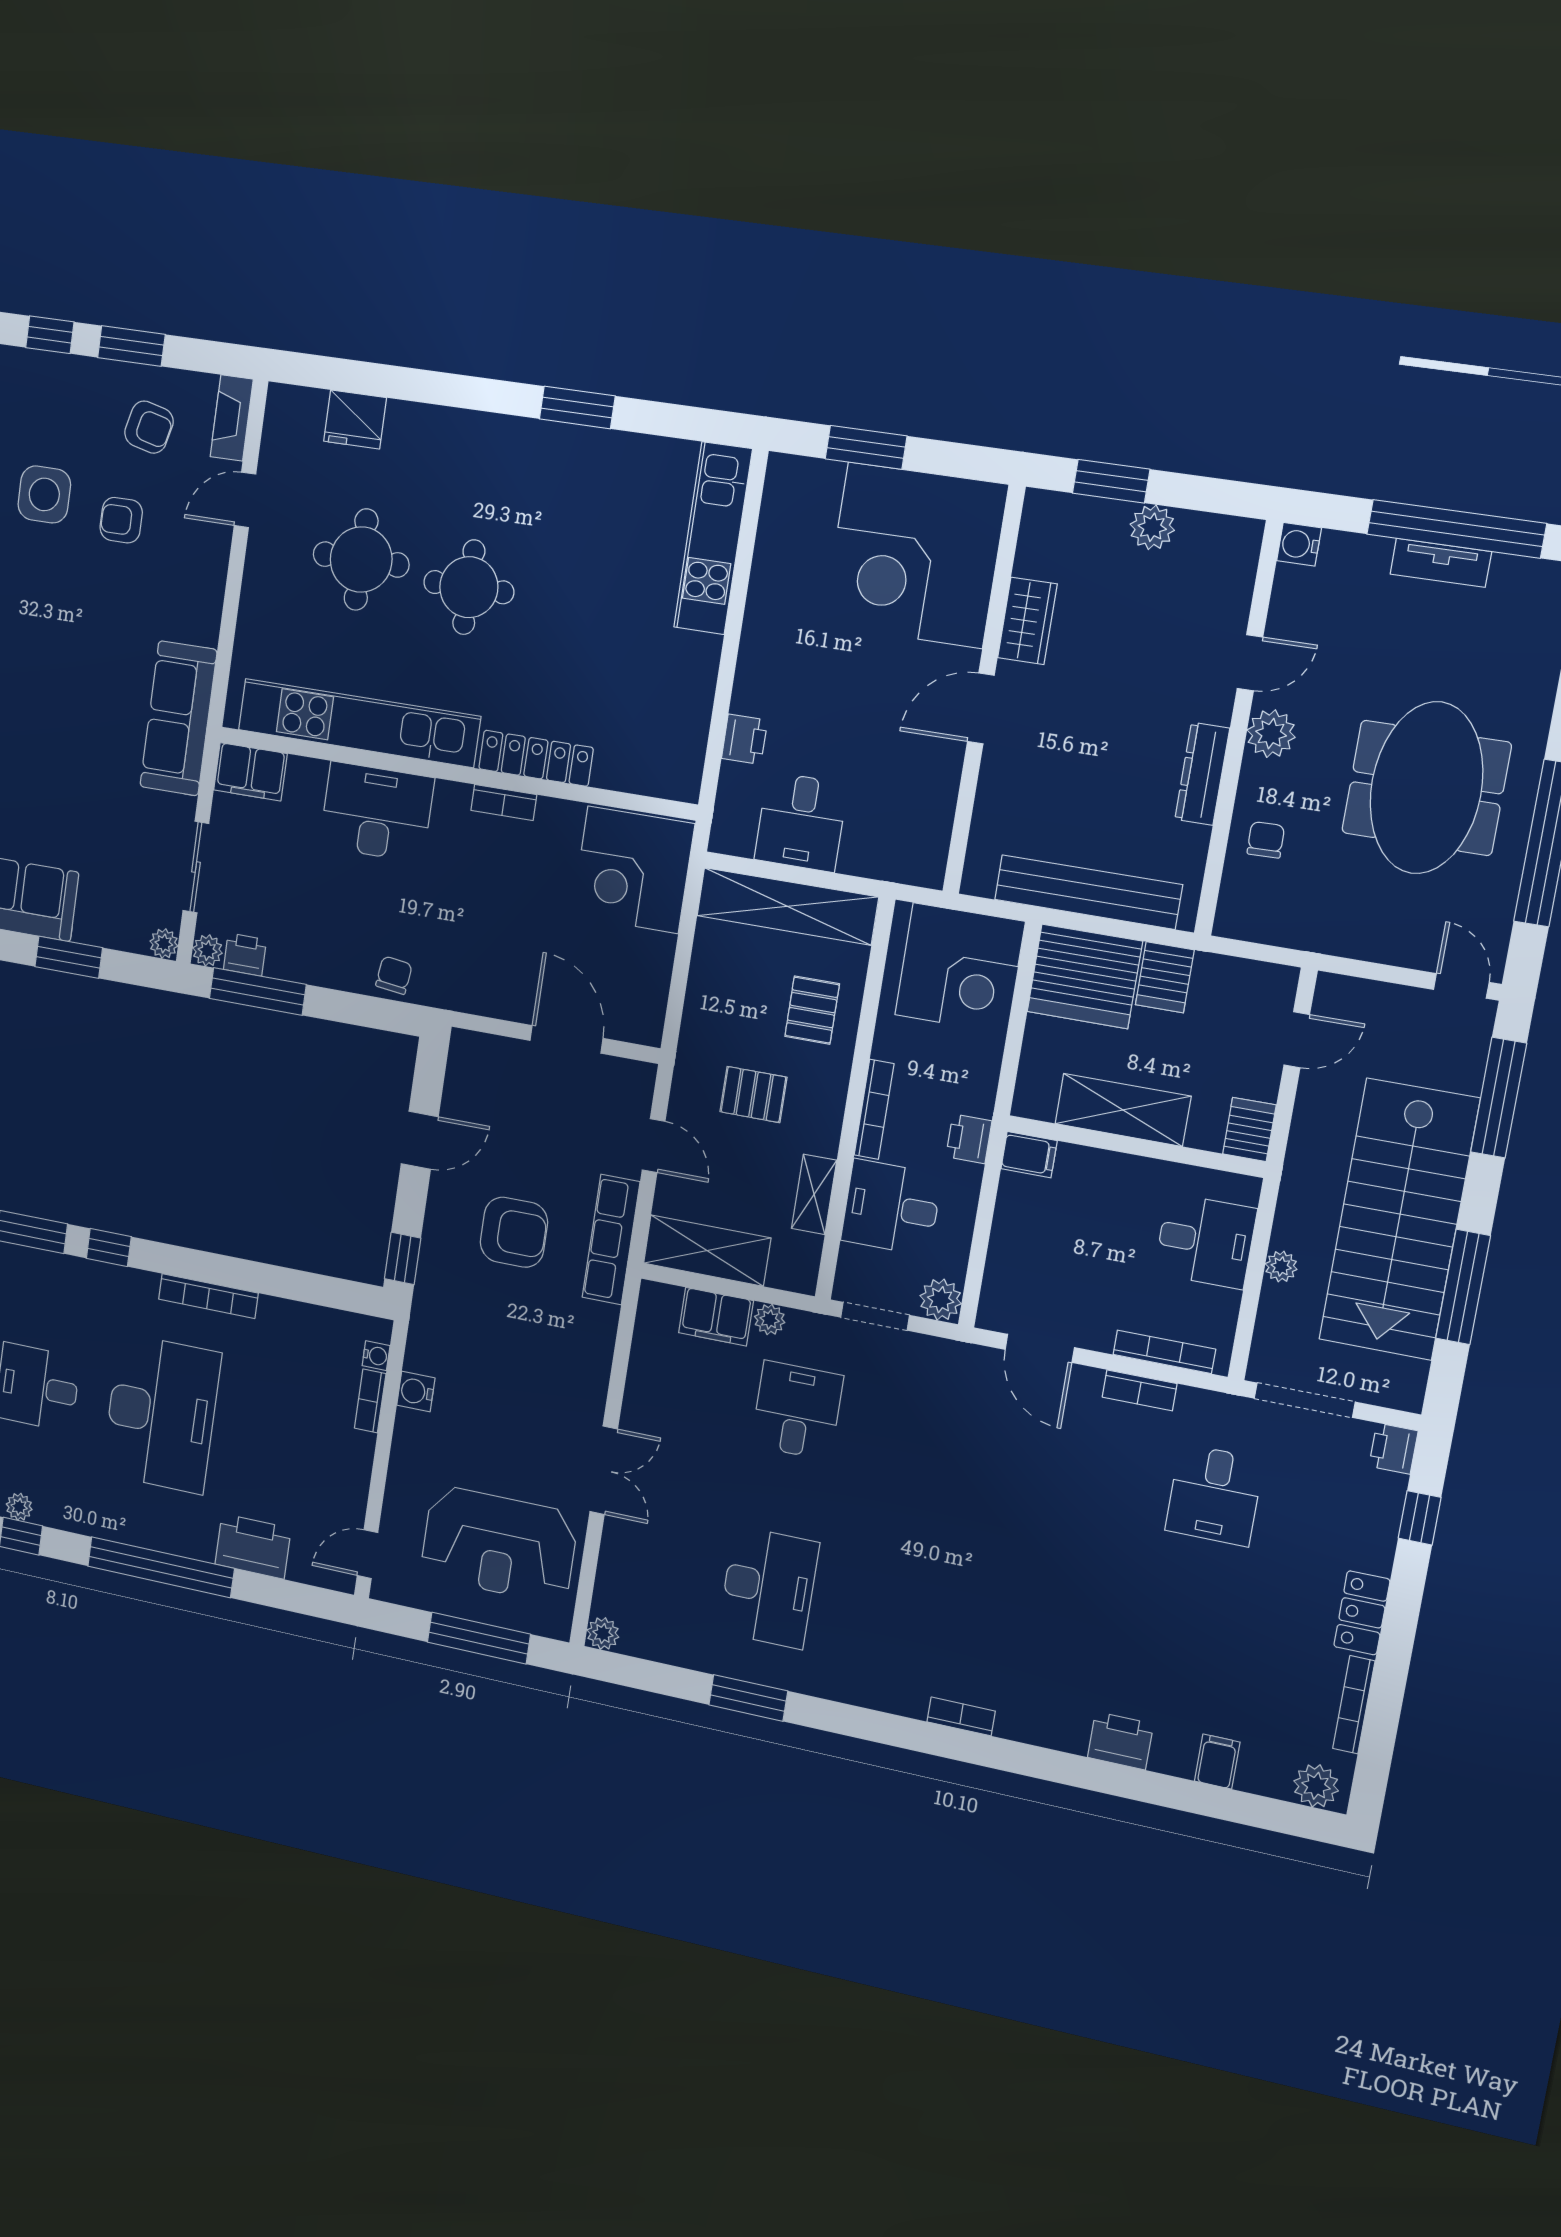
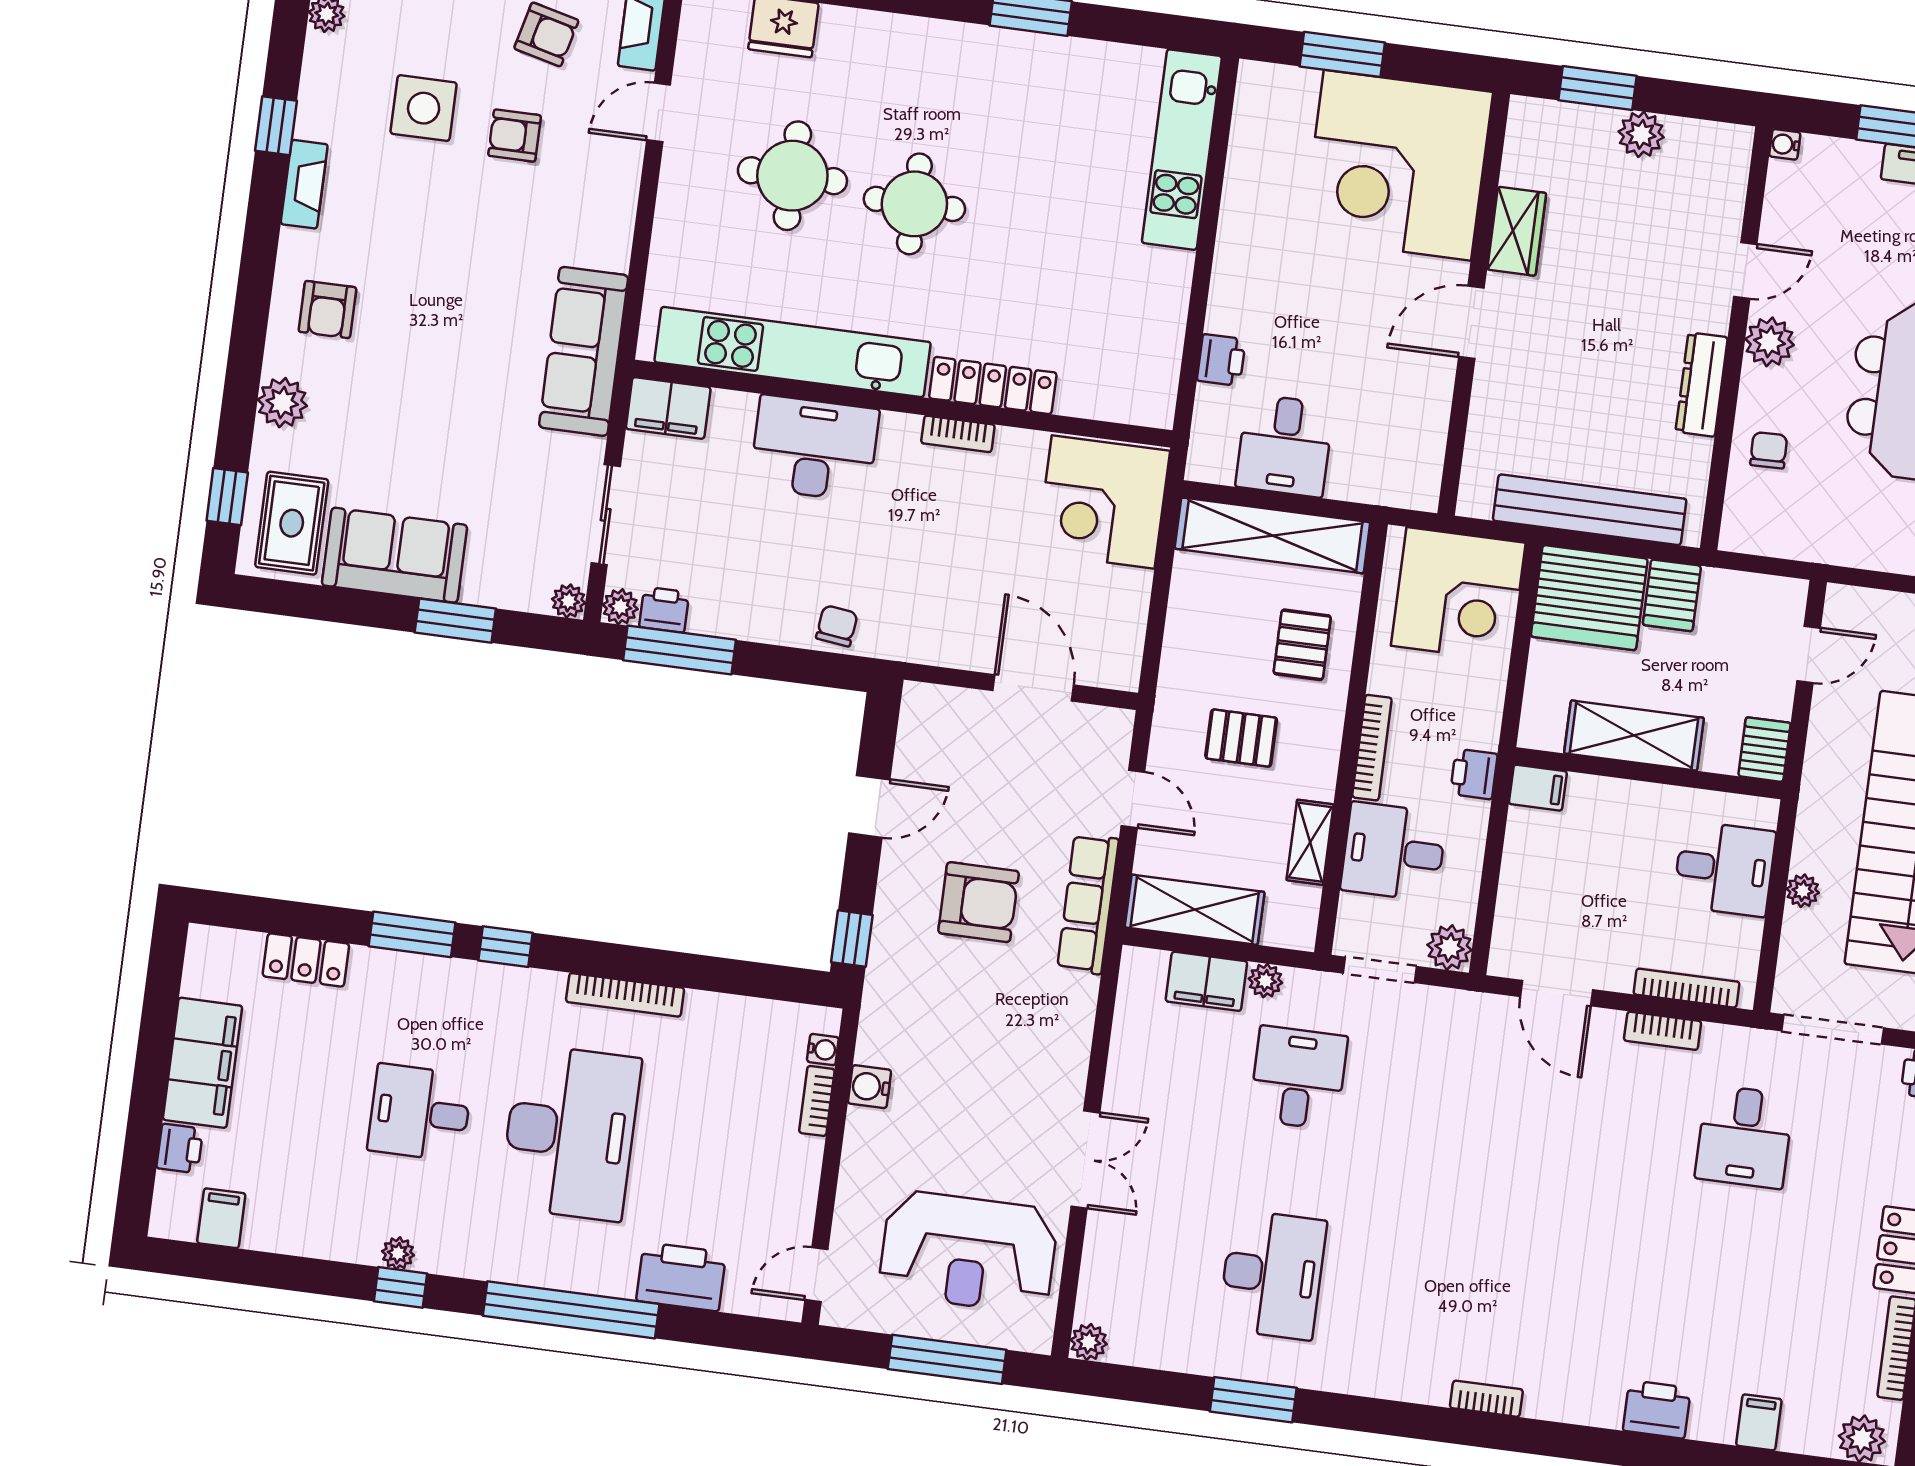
water cooler: (1299, 544) -> (1785, 144), width x0.72, depth x0.72

